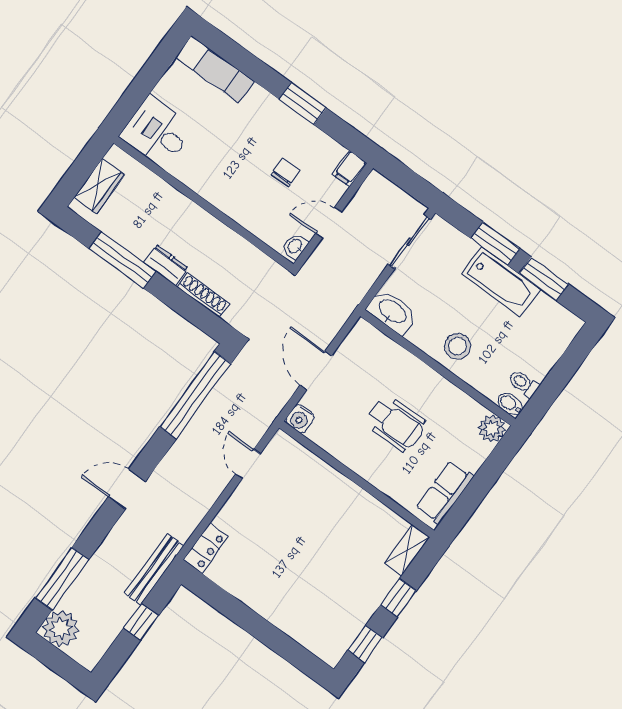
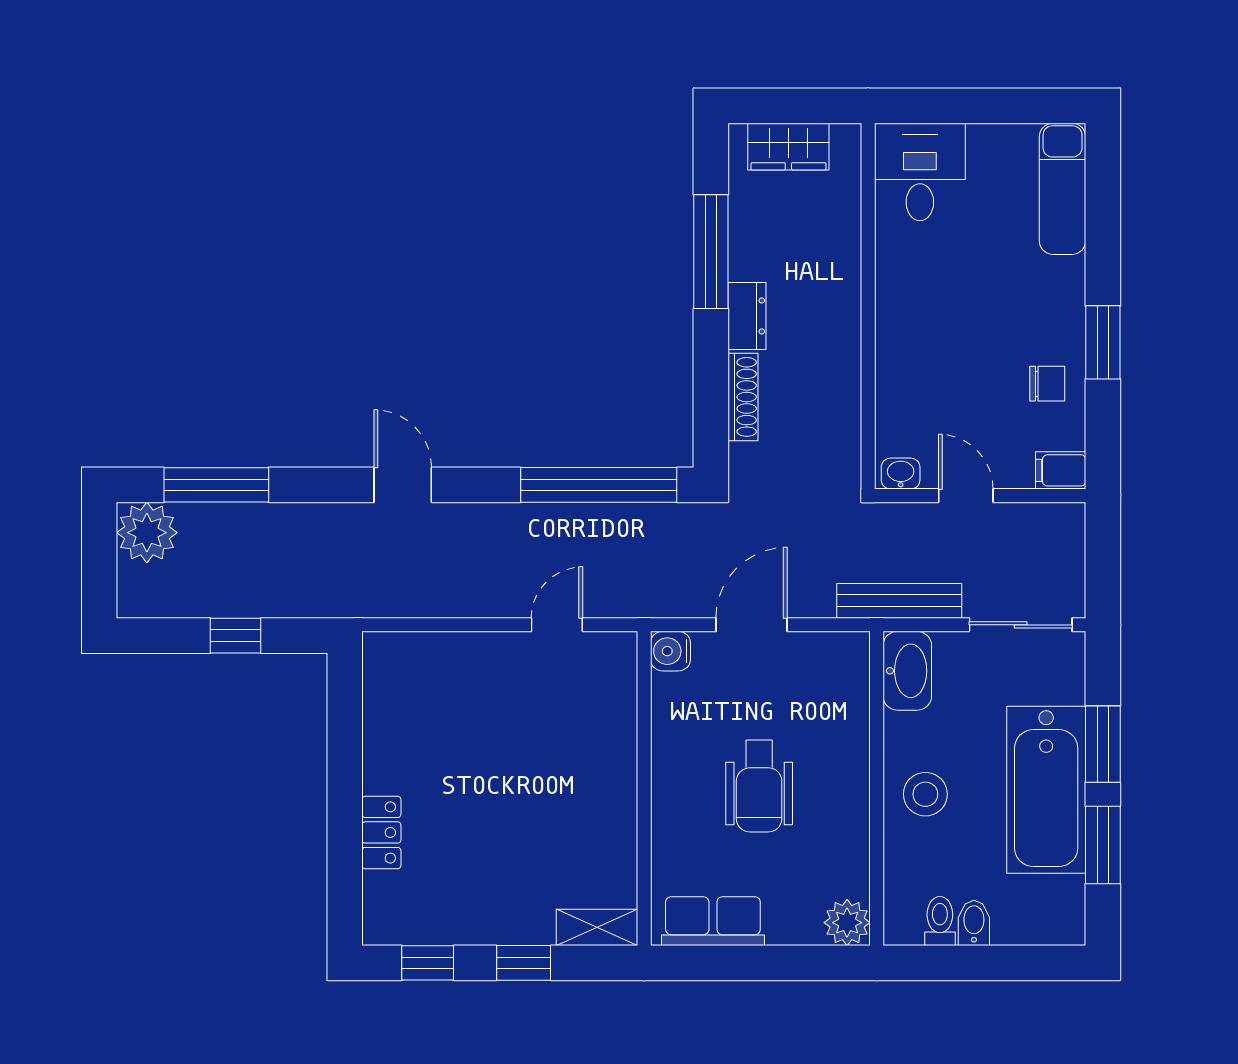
chair: (285, 172) -> (1047, 384), moved
bathtub: (501, 282) -> (1046, 790), width x1.36, depth x1.36
bidet: (510, 404) -> (974, 923), moved
locker: (206, 548) -> (381, 832), moved, turned -90
bench: (154, 569) -> (899, 601), moved

